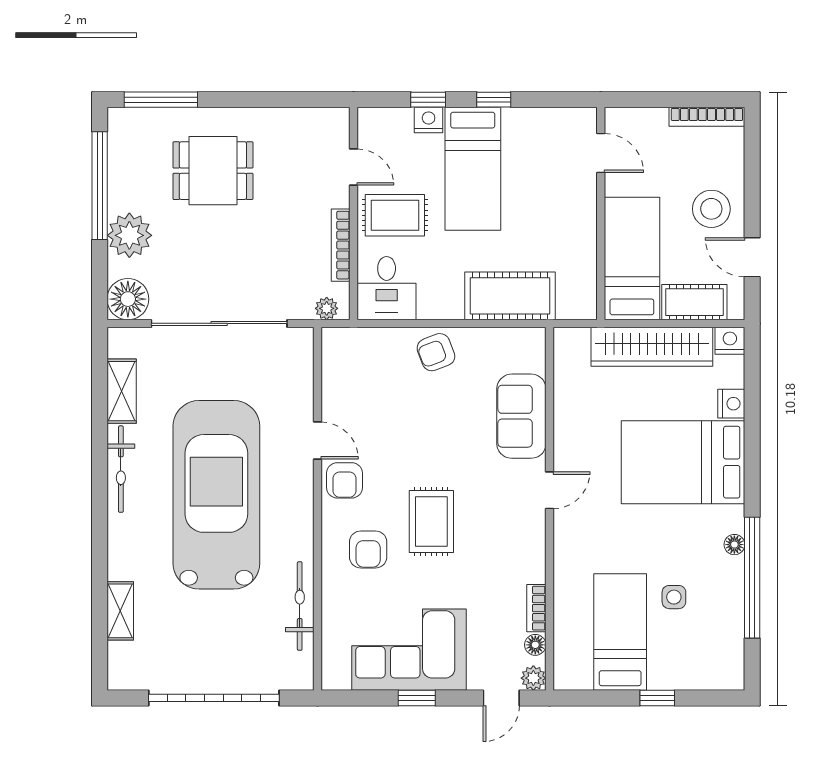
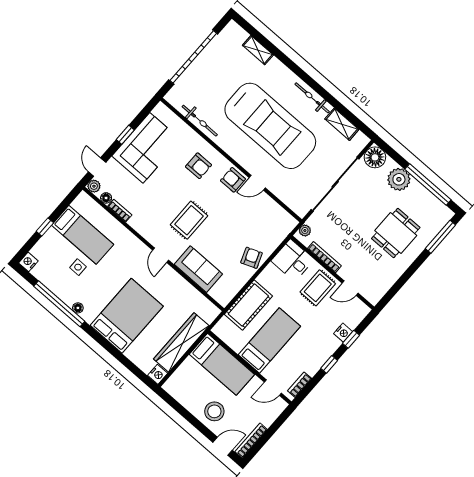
bookcase: (562, 117) -> (300, 385), added
bed: (473, 169) -> (269, 341), moved, turned 90
door: (752, 257) -> (223, 446), moved
cot: (694, 302) -> (184, 374), removed
nightstand: (731, 404) -> (28, 262), moved, turned 90
rug: (431, 522) -> (189, 220), moved, turned 90
armchair: (368, 549) -> (199, 166), turned 180

